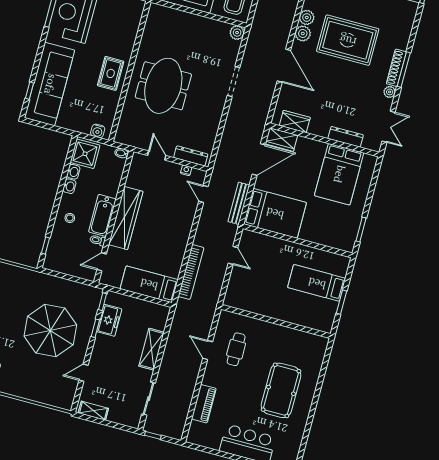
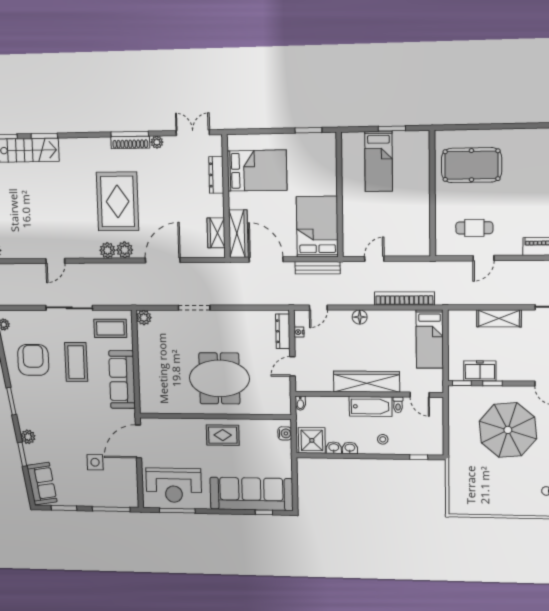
wardrobe: (281, 139) -> (238, 234), width x1.50
floor lamp: (185, 228) -> (360, 317), added
pool table: (281, 390) -> (471, 165), moved

